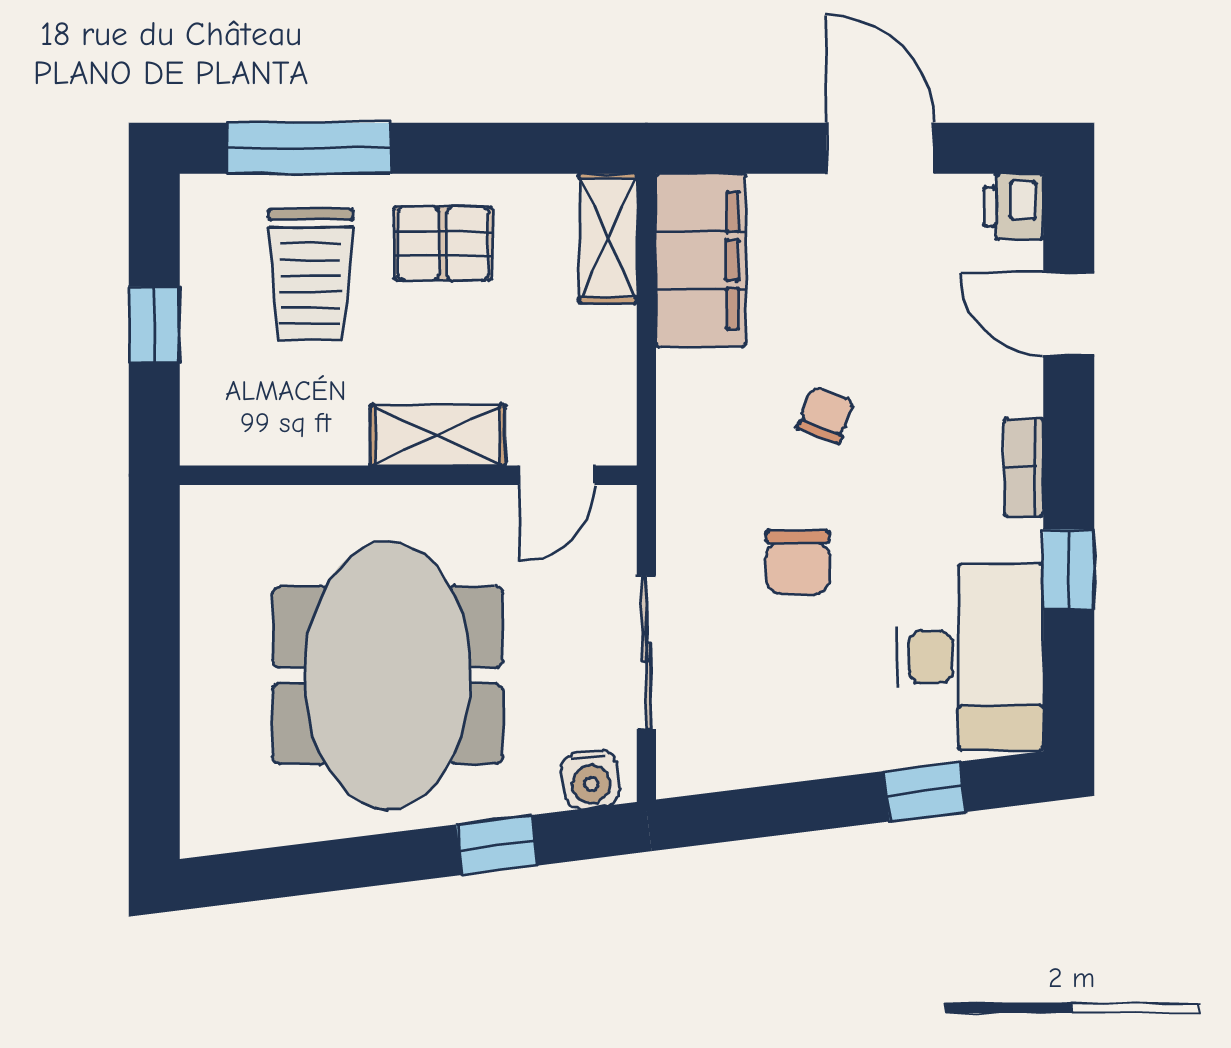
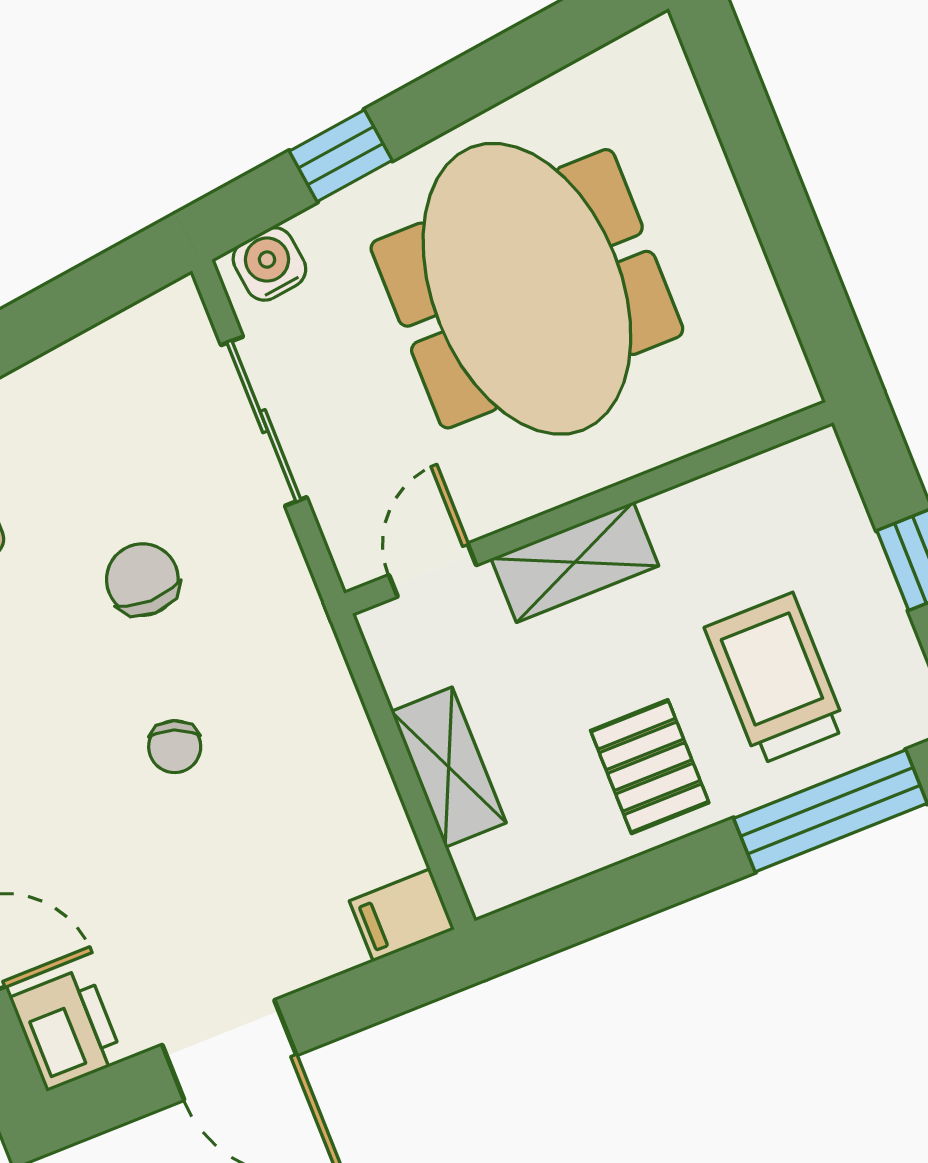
printer: (1014, 206) -> (67, 1029), width x1.36, depth x1.24
shelving: (608, 238) -> (449, 767), moved
pallet: (443, 243) -> (650, 767), turned 90
filing cabinet: (701, 260) -> (402, 915), width x0.33, depth x0.86

